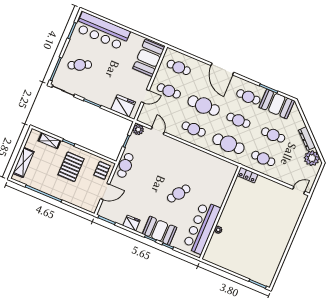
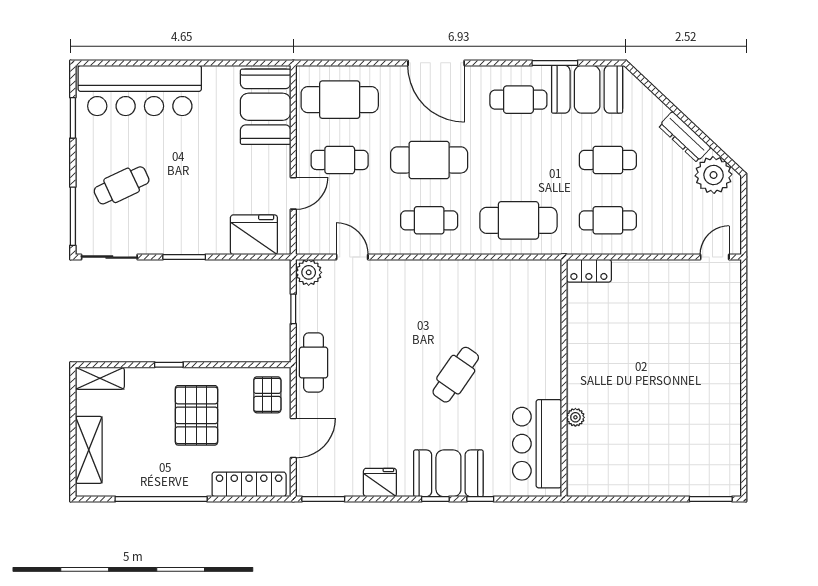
cafe table: (179, 67) -> (340, 100), width x1.37, depth x1.35
cafe table: (238, 120) -> (518, 160), removed
shelving: (50, 141) -> (100, 378), moved
locker: (80, 202) -> (249, 484), added
bar counter: (202, 227) -> (537, 444), width x0.73

